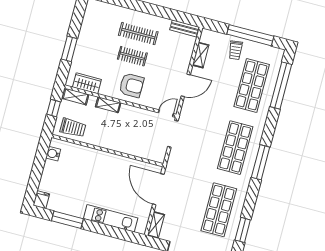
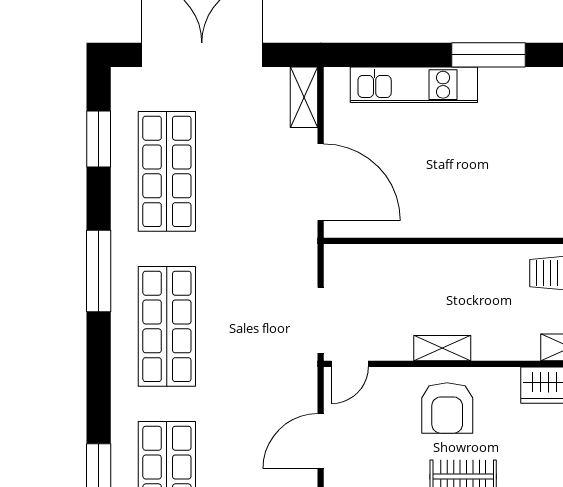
armchair: (131, 85) -> (447, 408), turned -90
shelving: (108, 105) -> (442, 348), moved
window: (261, 162) -> (99, 271), moved
window: (67, 220) -> (488, 55), moved

